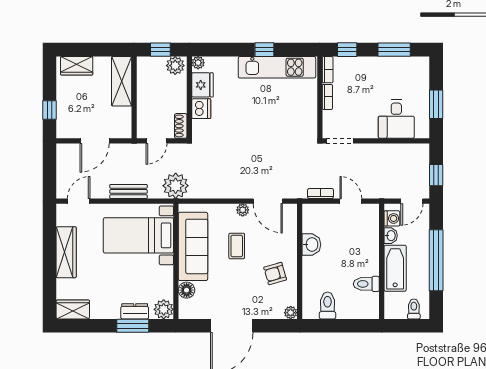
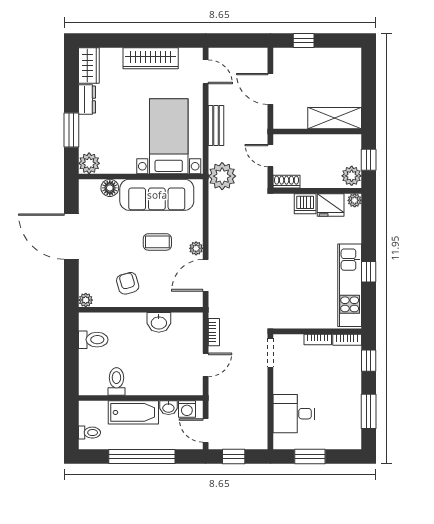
wardrobe: (77, 66) -> (351, 70), removed
dresser: (135, 311) -> (87, 100), moved

